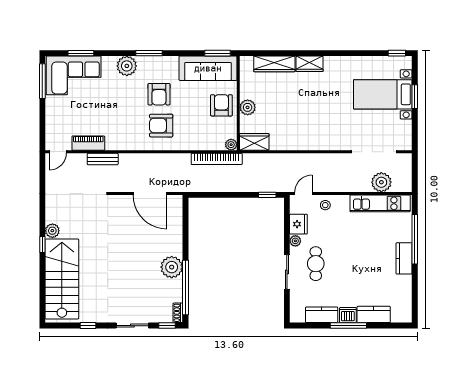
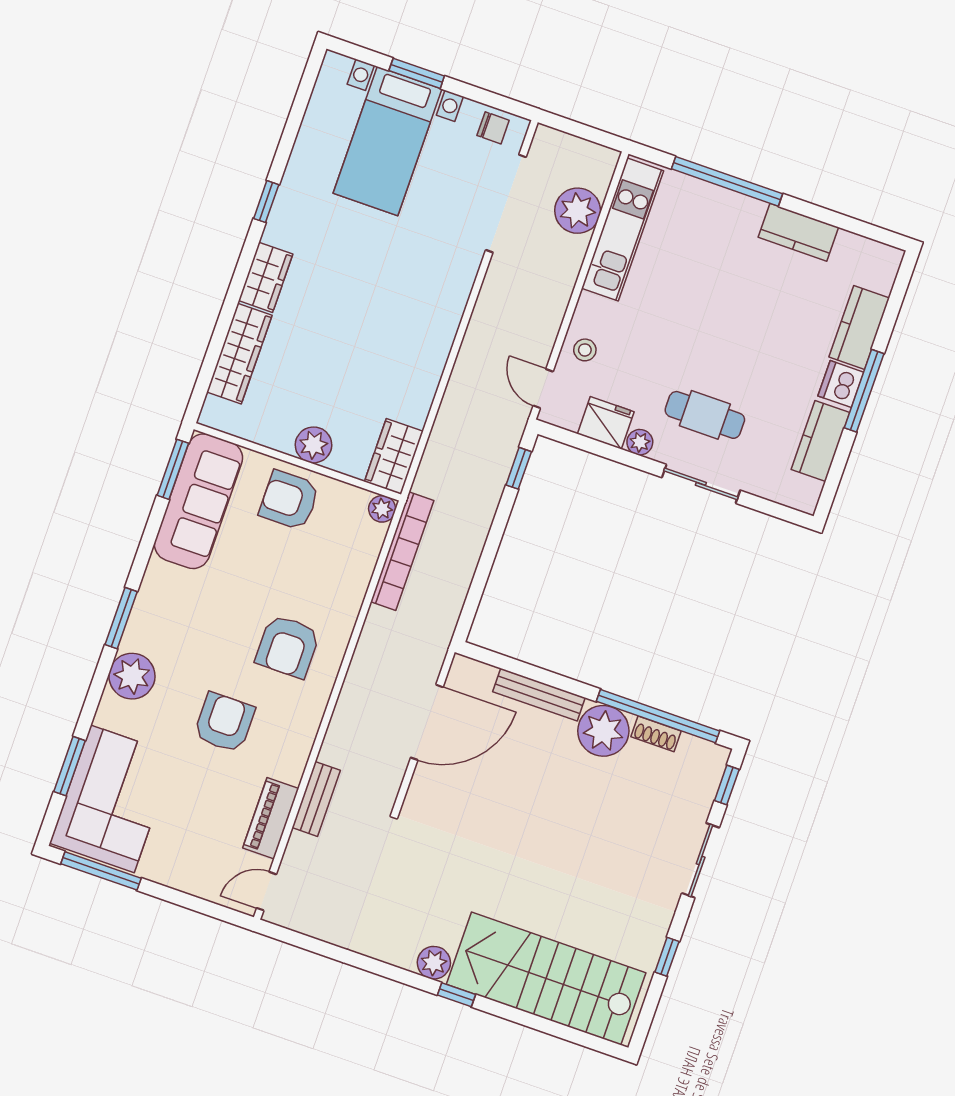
window: (397, 53) -> (266, 202), moved
armchair: (159, 94) -> (224, 723), moved, turned -90
chair: (403, 136) -> (493, 128), added
door: (58, 152) -> (266, 891), swing flipped
bench: (177, 236) -> (539, 695), added
kitchen counter: (404, 258) -> (798, 232), moved
shoe rack: (178, 313) -> (656, 734), moved

